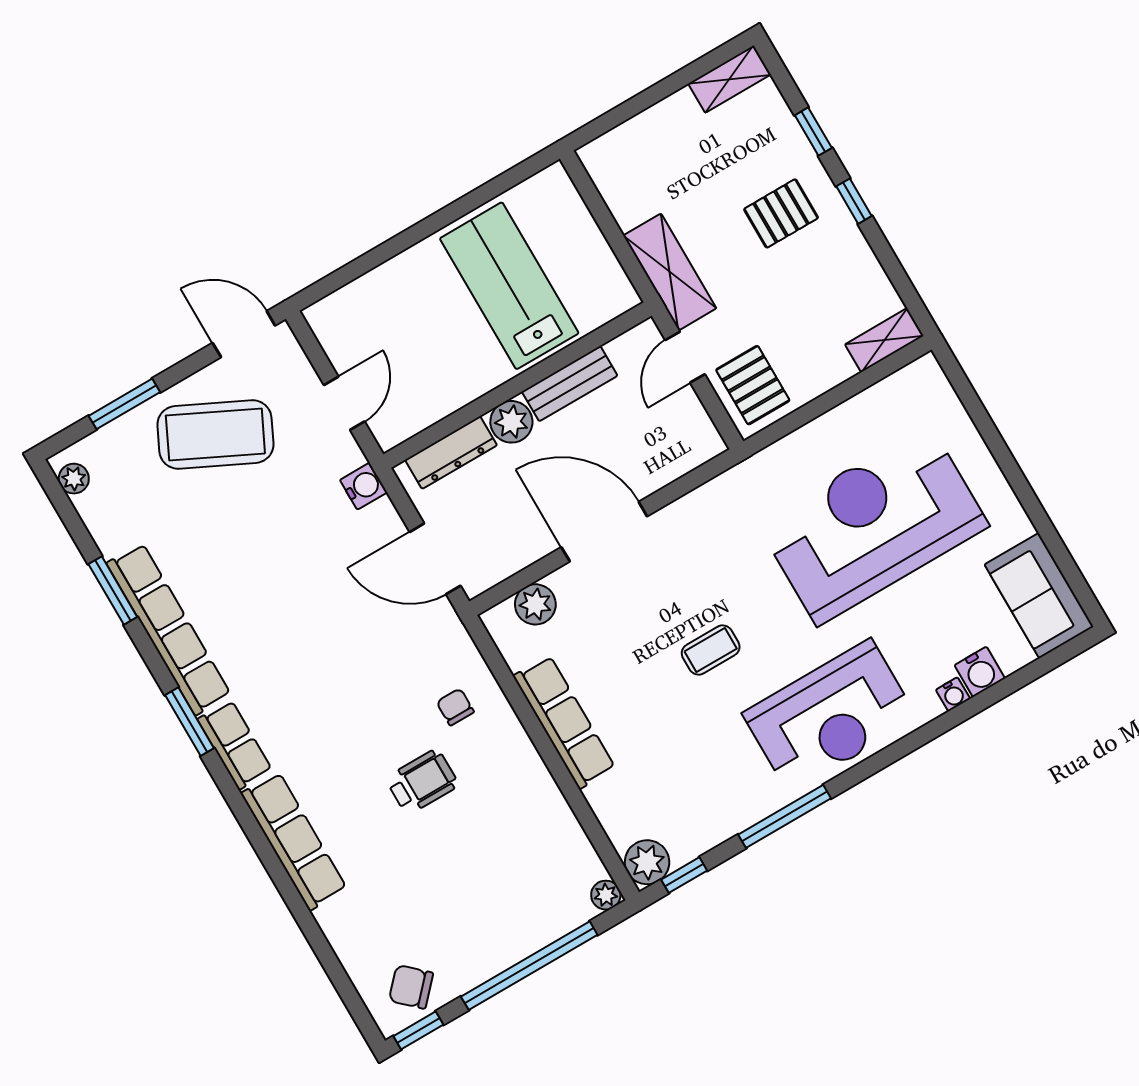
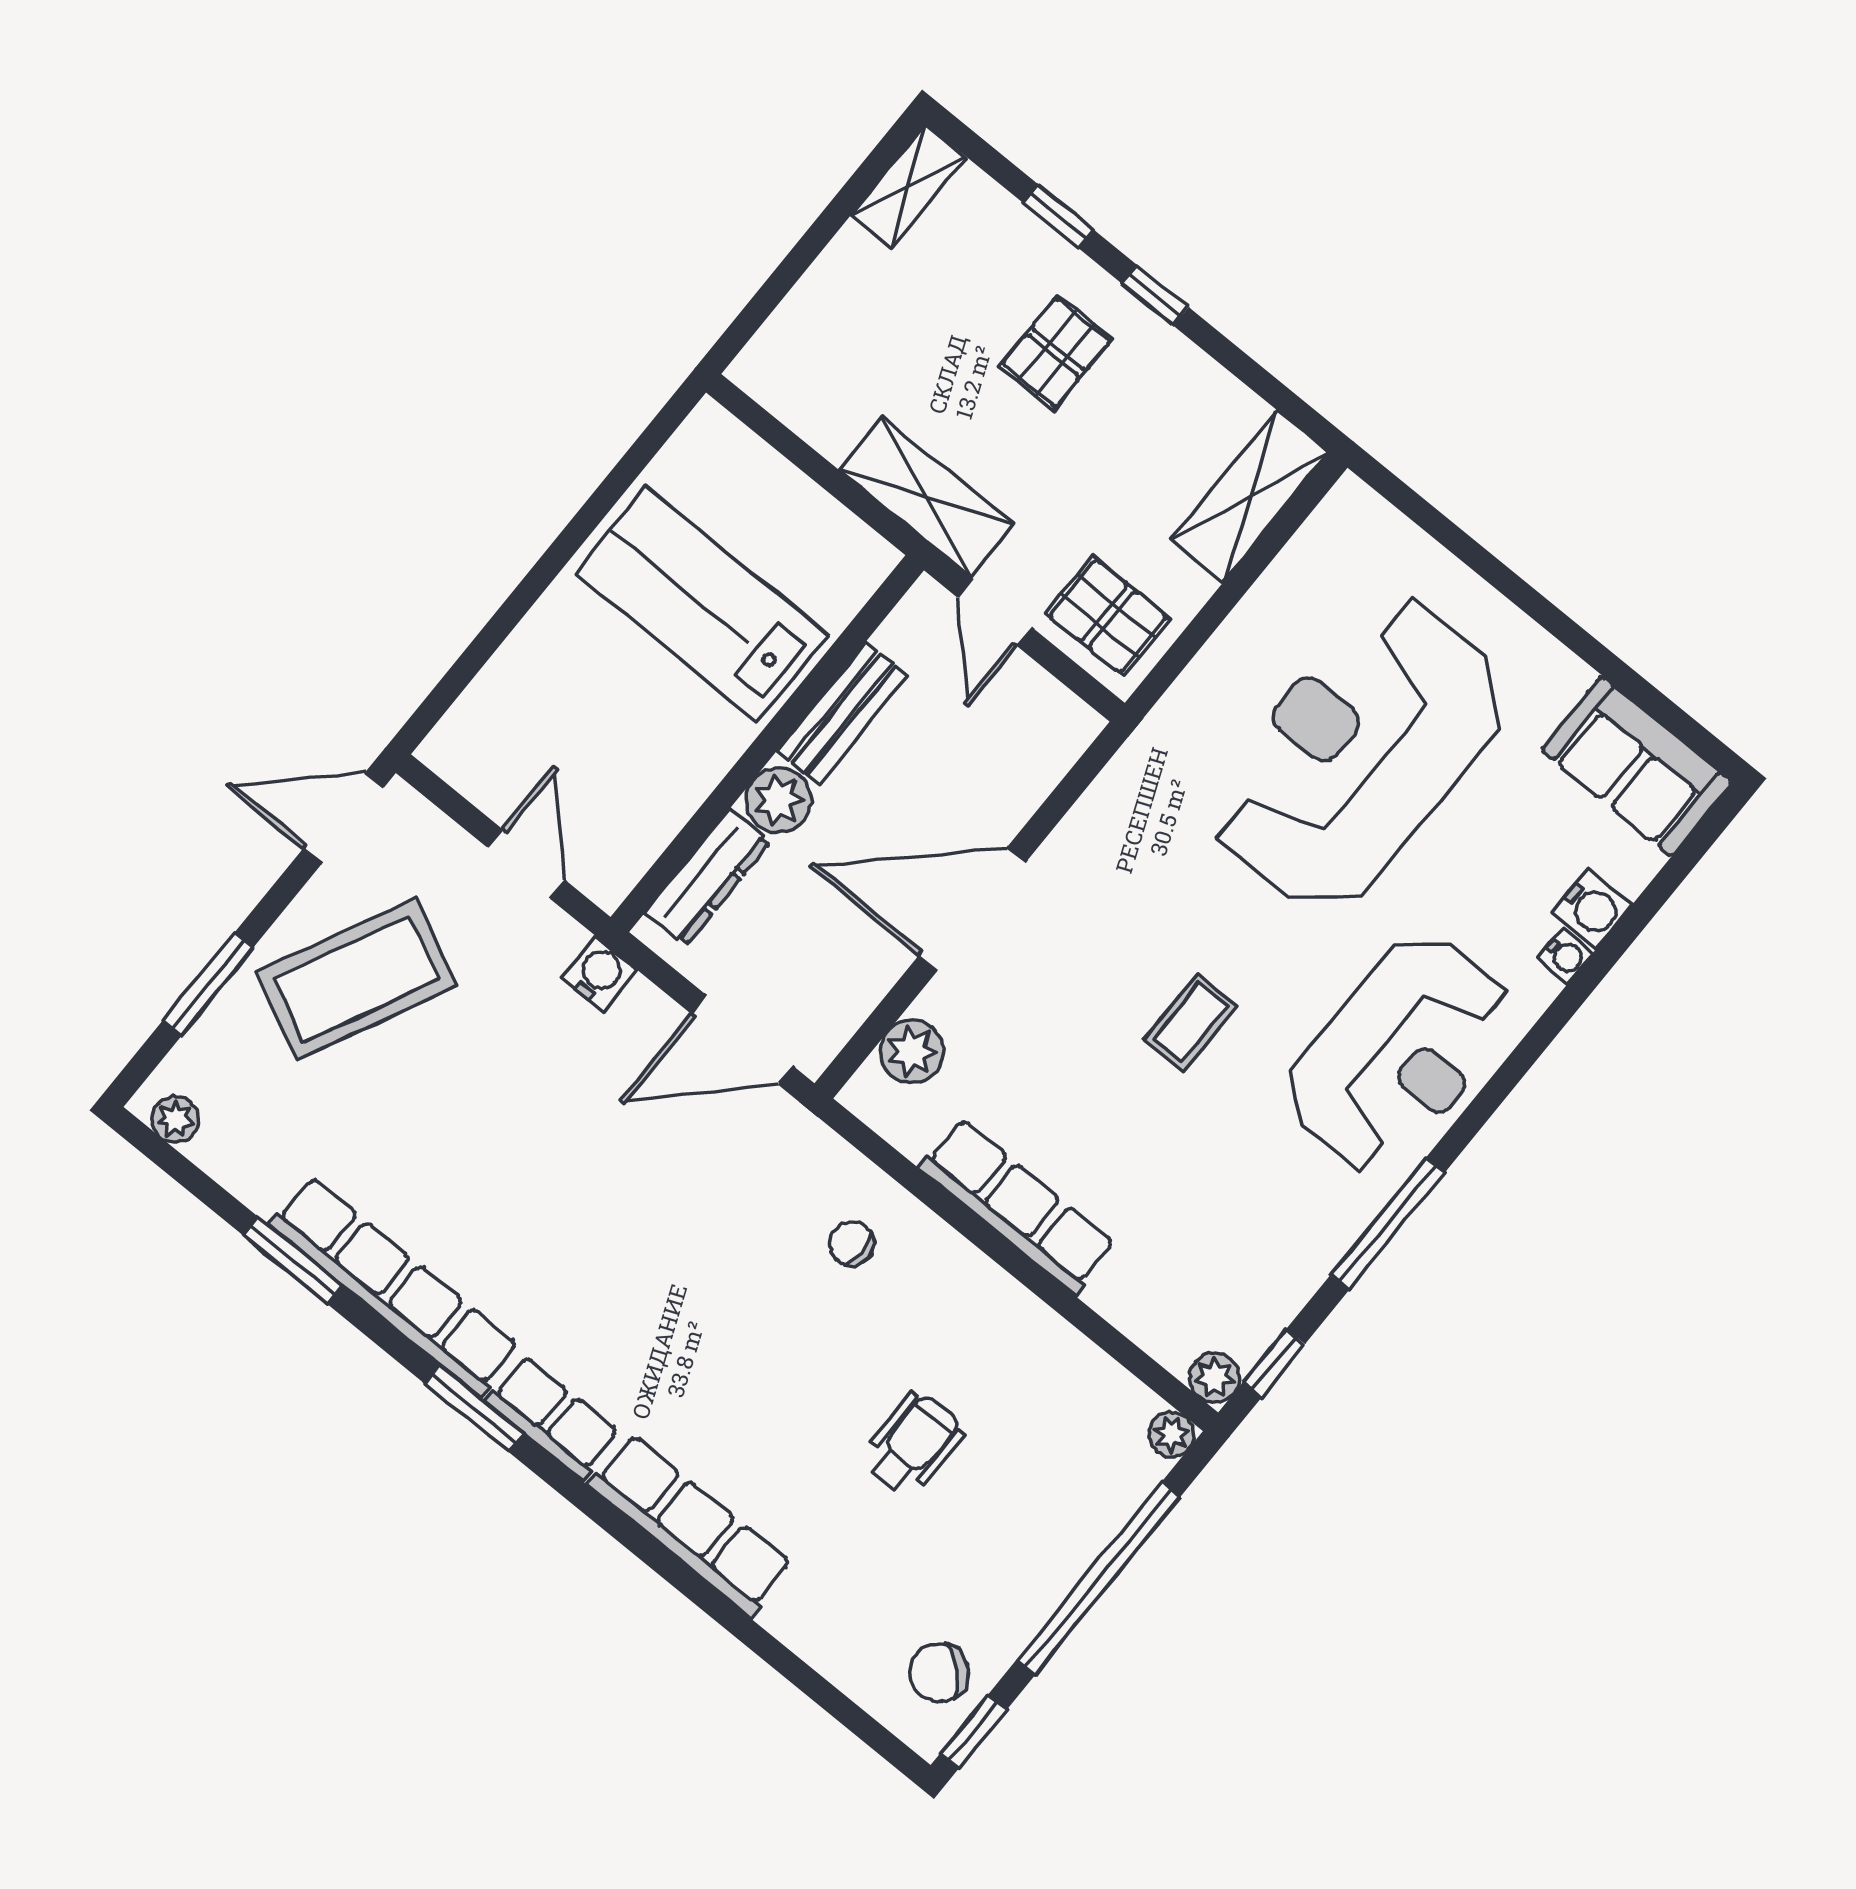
shelving: (884, 340) -> (1250, 496), width x1.50, depth x1.33
wheelchair: (422, 782) -> (913, 1444), moved
plant: (647, 862) -> (1215, 1378), width x0.73, depth x0.73

